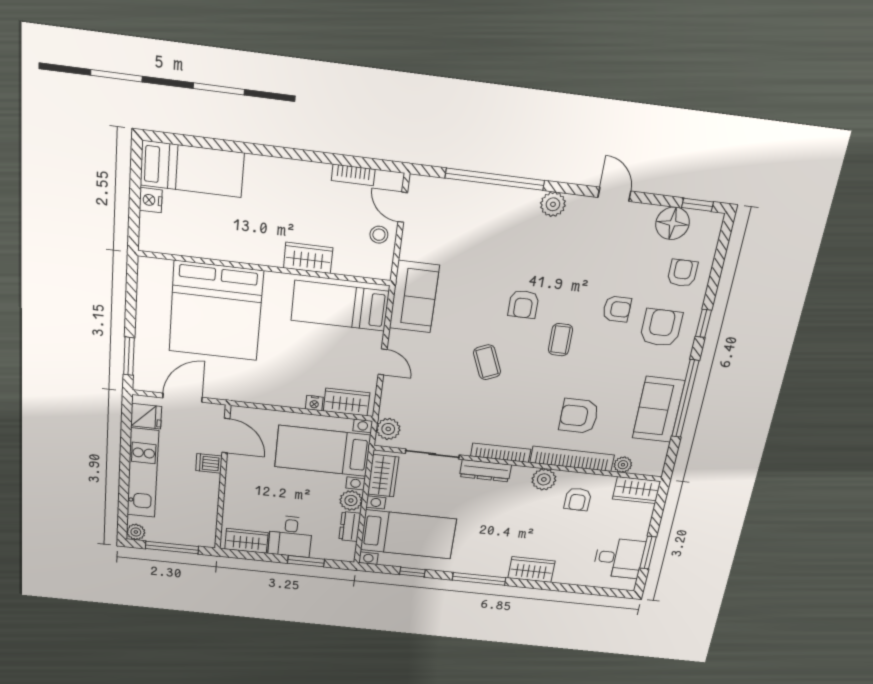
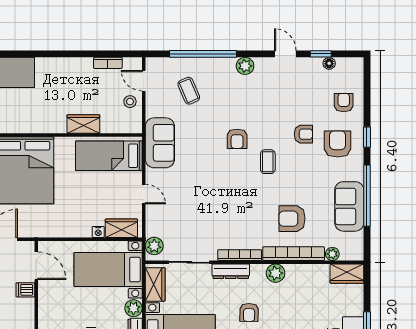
window: (698, 205) -> (321, 54), moved
floor lamp: (673, 223) -> (329, 63), width x0.53, depth x0.53
coffee table: (487, 362) -> (189, 91), moved
armchair: (578, 499) -> (249, 312), moved

